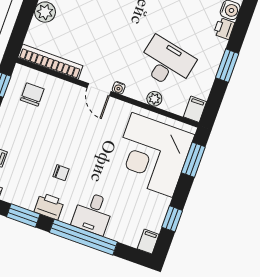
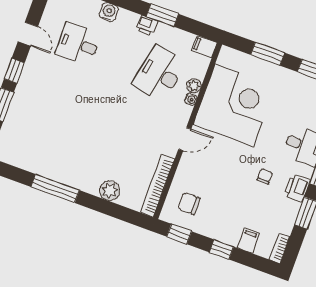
printer: (224, 28) -> (147, 25), moved
water cooler: (119, 88) -> (191, 99), moved
corner desk: (152, 155) -> (234, 105), moved, turned -90
window: (193, 160) -> (268, 54), moved

